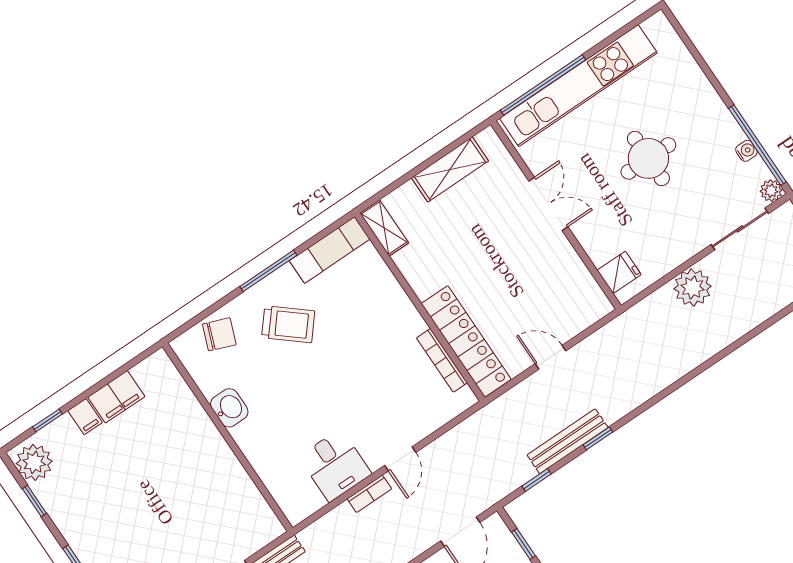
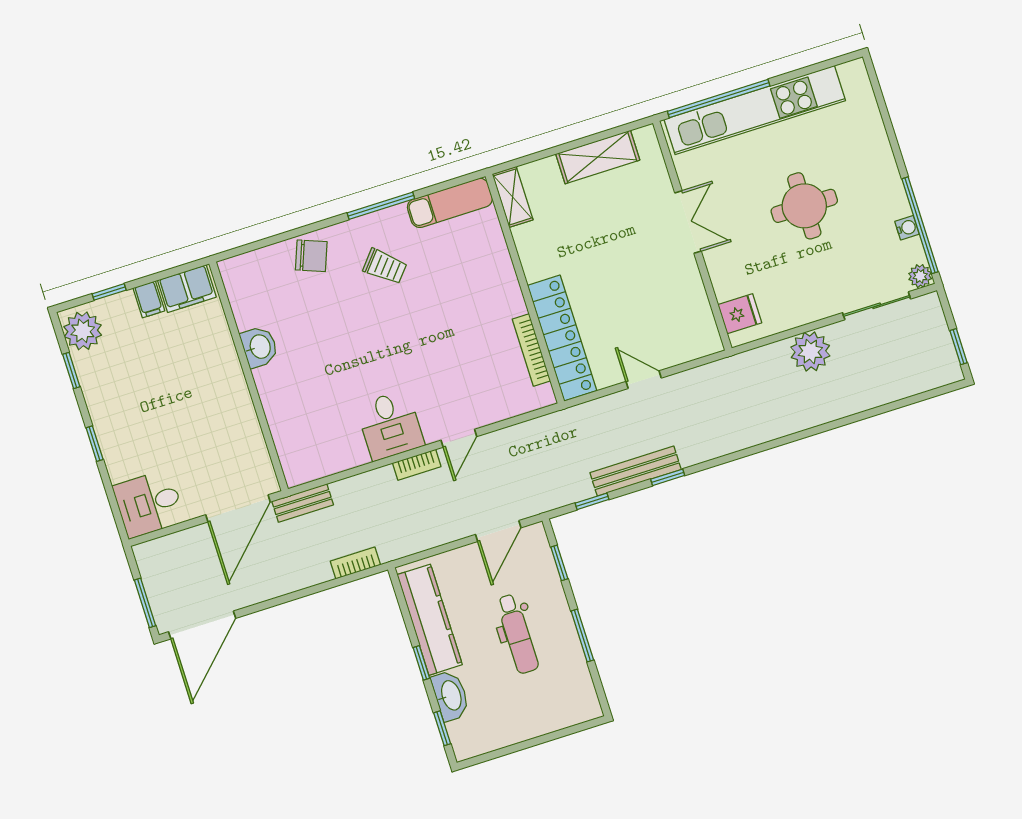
trolley: (288, 324) -> (385, 266), width x0.73, depth x0.72
washbasin: (229, 408) -> (259, 347), moved
wall: (228, 437) -> (249, 376), moved

